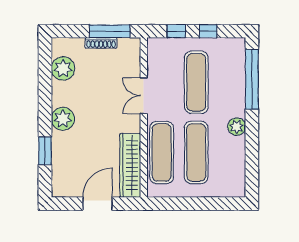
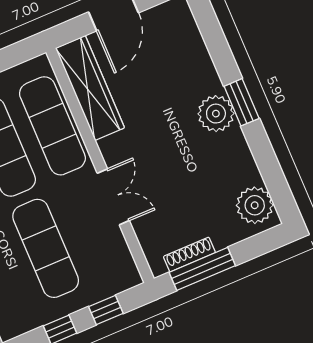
shoe rack: (101, 43) -> (189, 254), moved
plant: (63, 69) -> (255, 205), moved
window: (45, 151) -> (242, 102), moved

